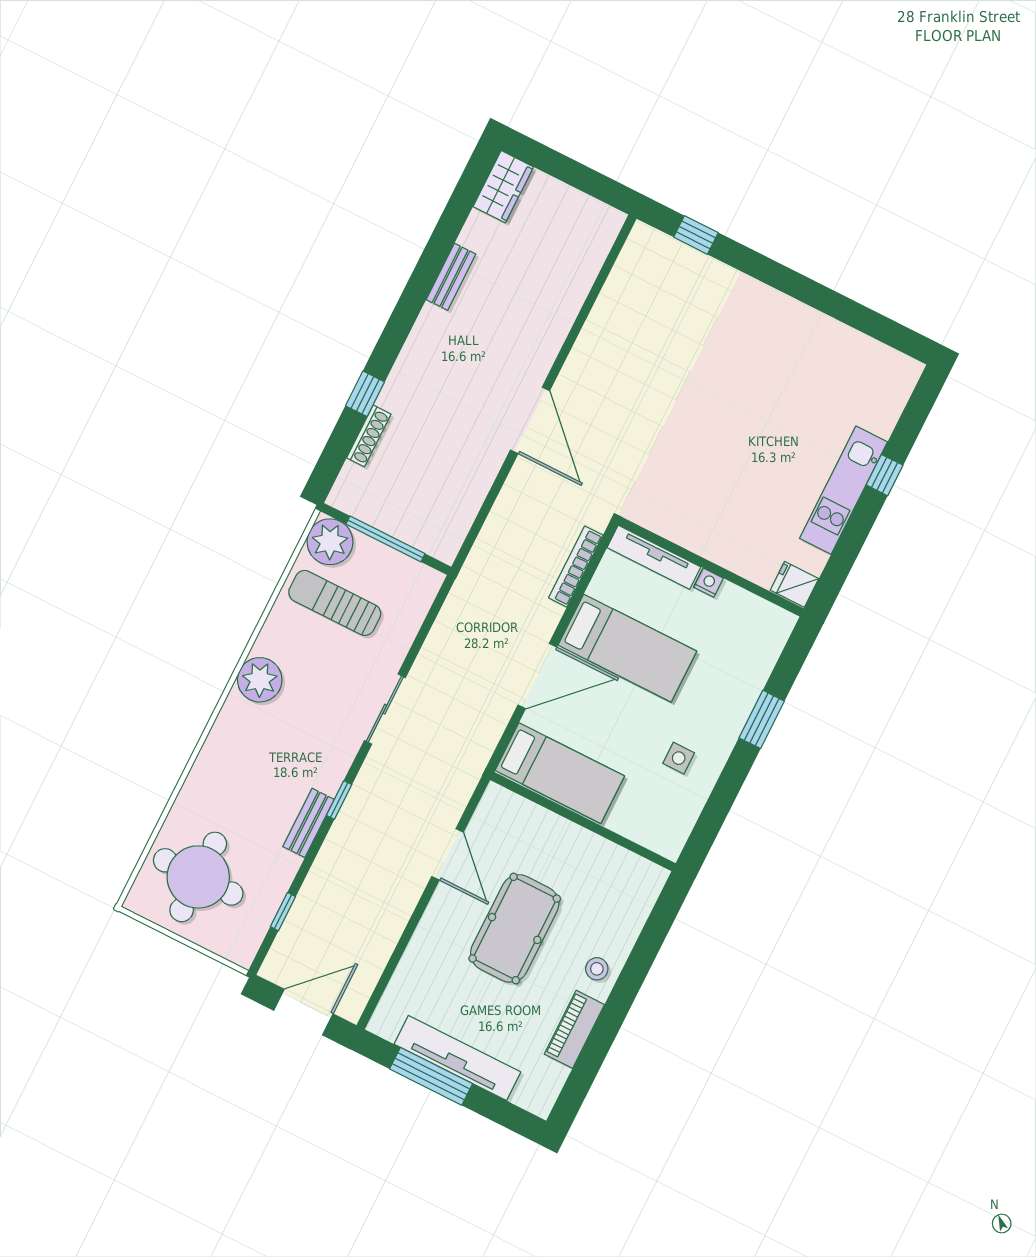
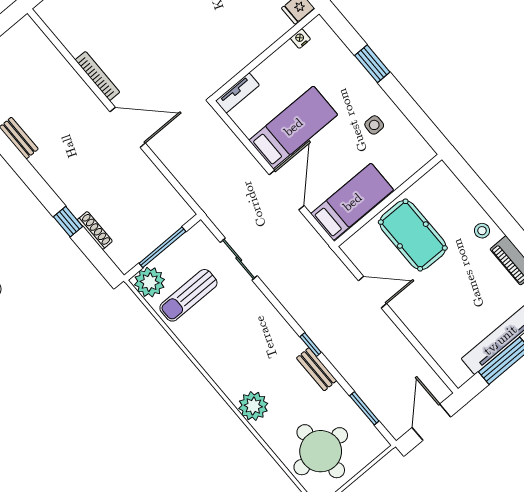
tv unit: (654, 557) -> (237, 93), width x0.71
bookcase: (576, 567) -> (97, 76), moved, turned 180
nightstand: (708, 583) -> (300, 39), moved
plant: (260, 680) -> (253, 406), moved
sliding door: (385, 709) -> (239, 259), moved
window: (283, 912) -> (364, 408), width x1.50
pool table: (515, 928) -> (413, 235), moved

